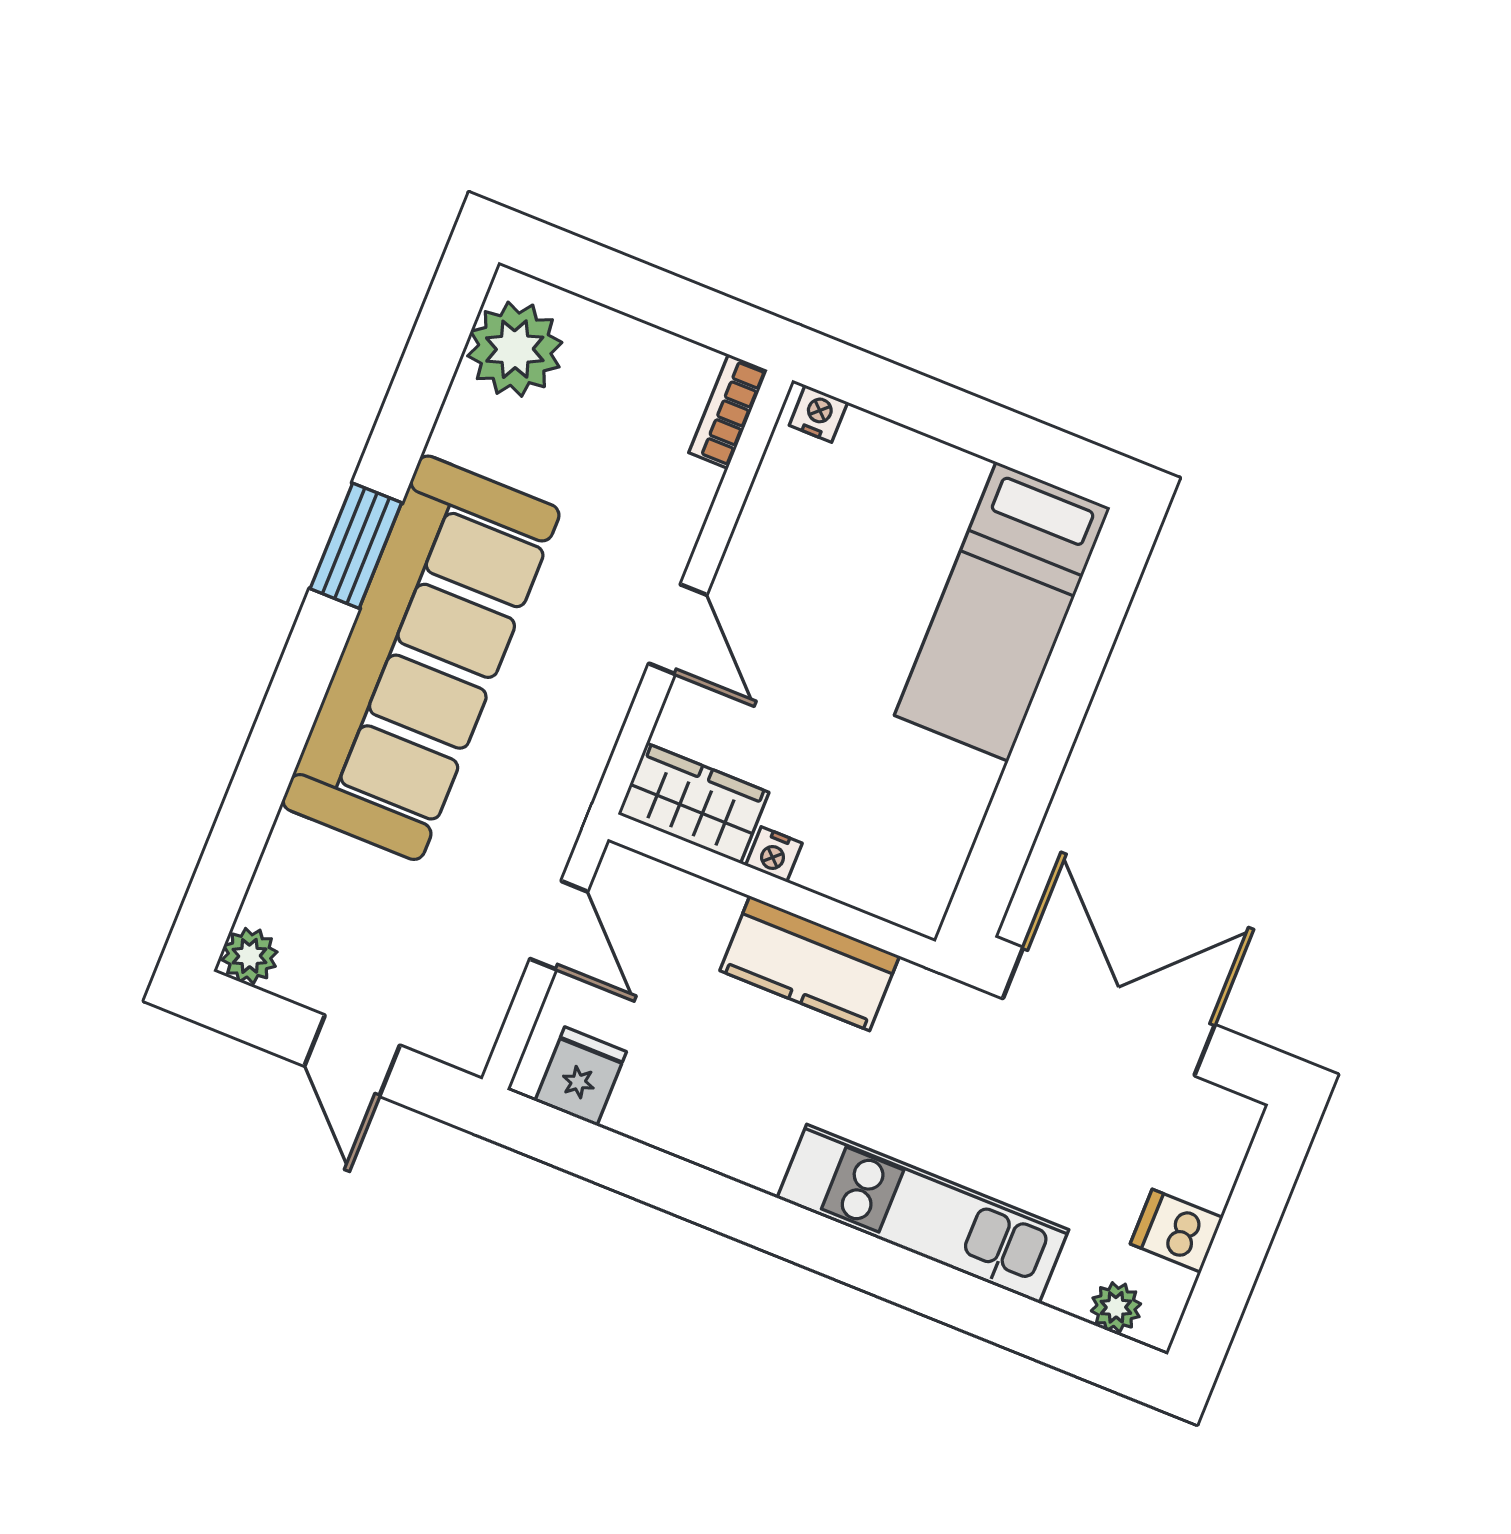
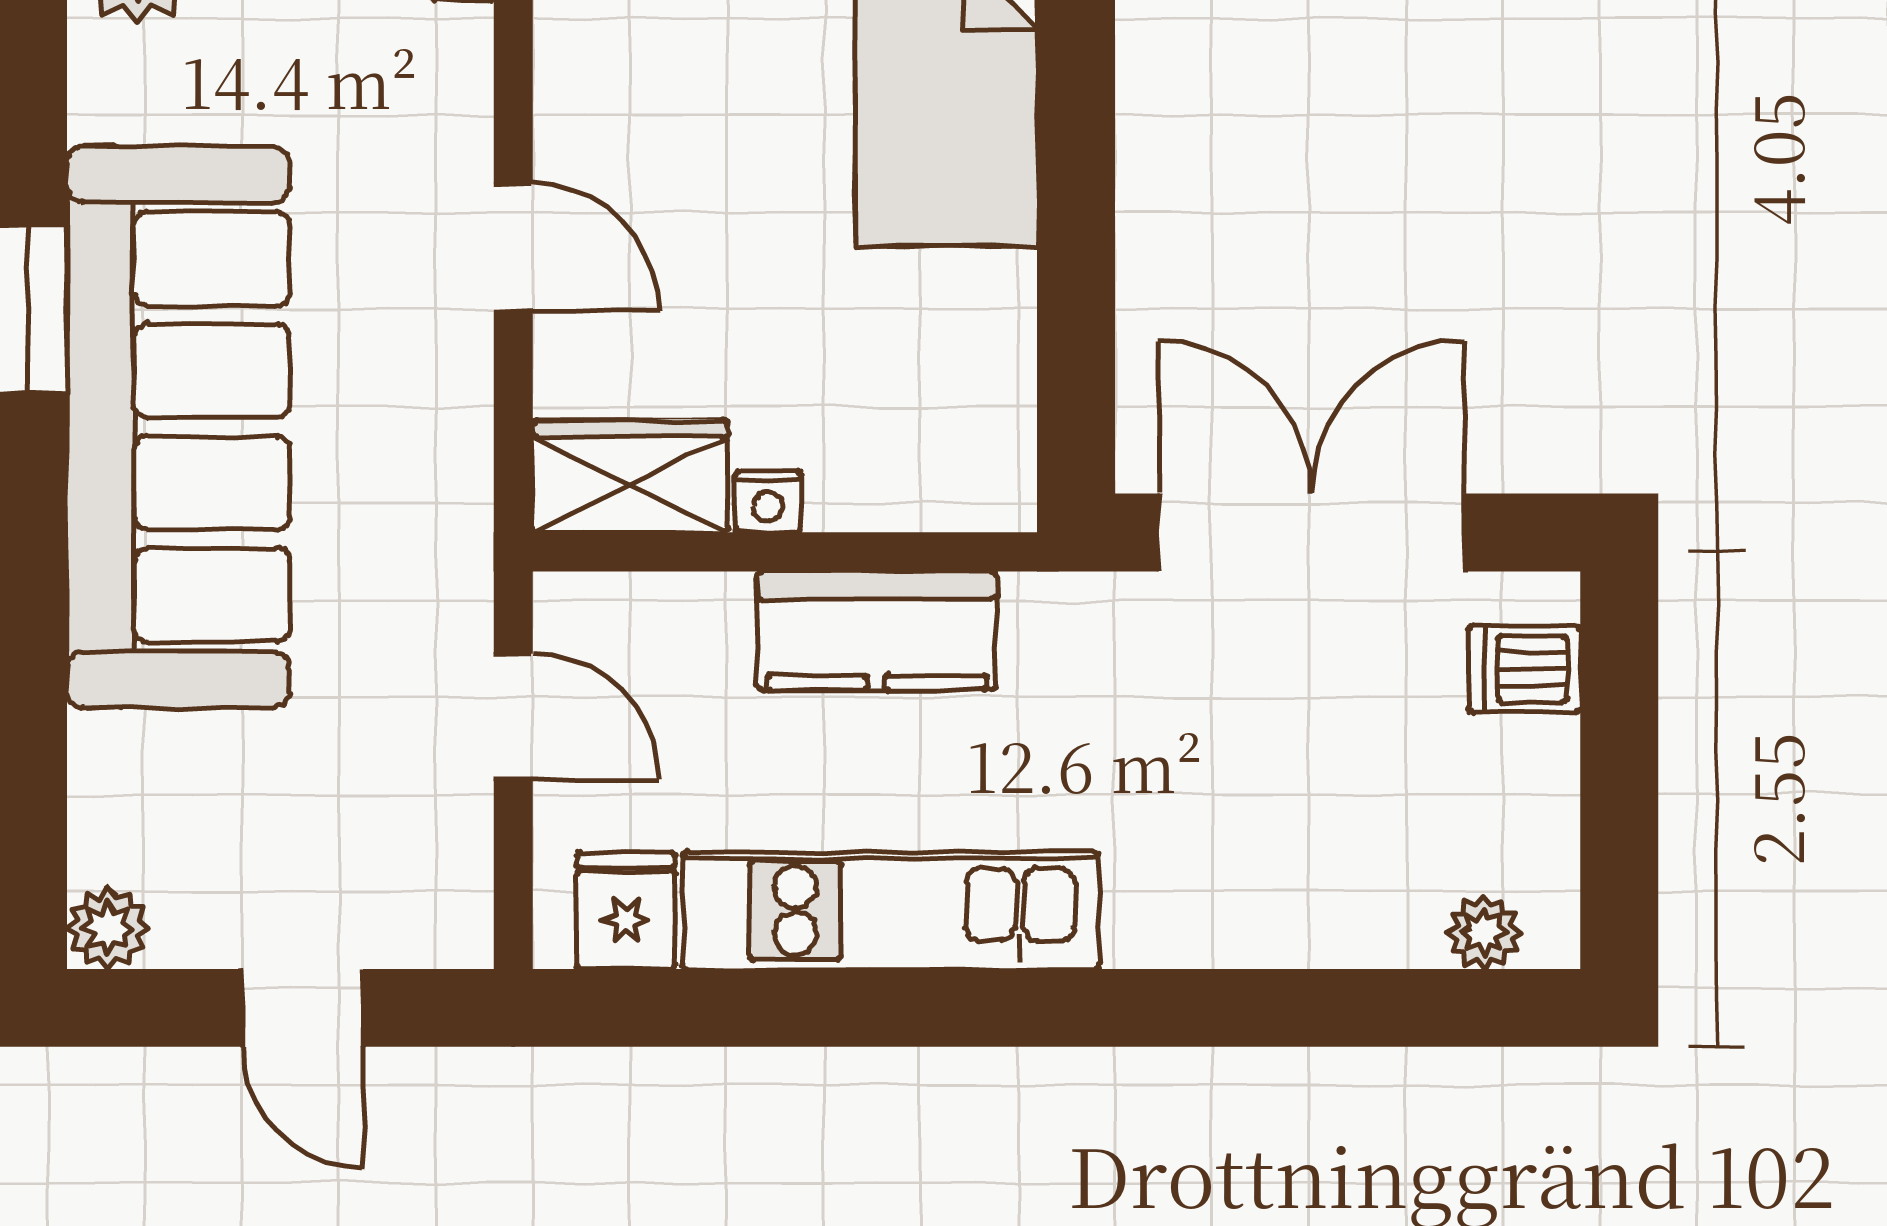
kitchen unit: (923, 1214) -> (891, 910), moved
dishwasher: (1177, 1231) -> (1524, 669), moved

